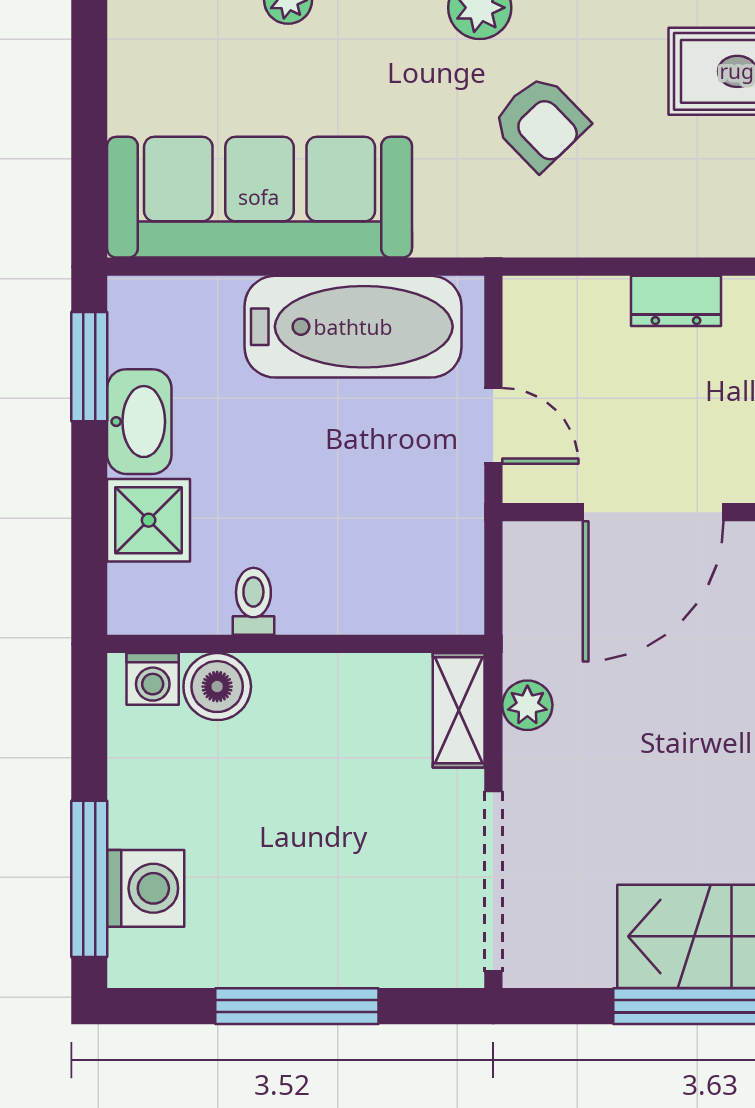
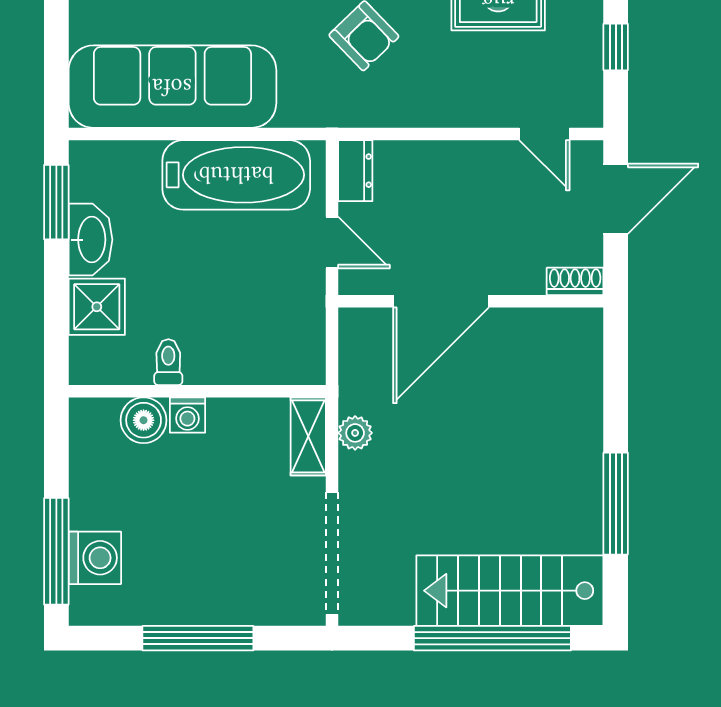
dresser: (676, 301) -> (355, 171), moved, turned -90
washing machine: (153, 679) -> (187, 415), moved

